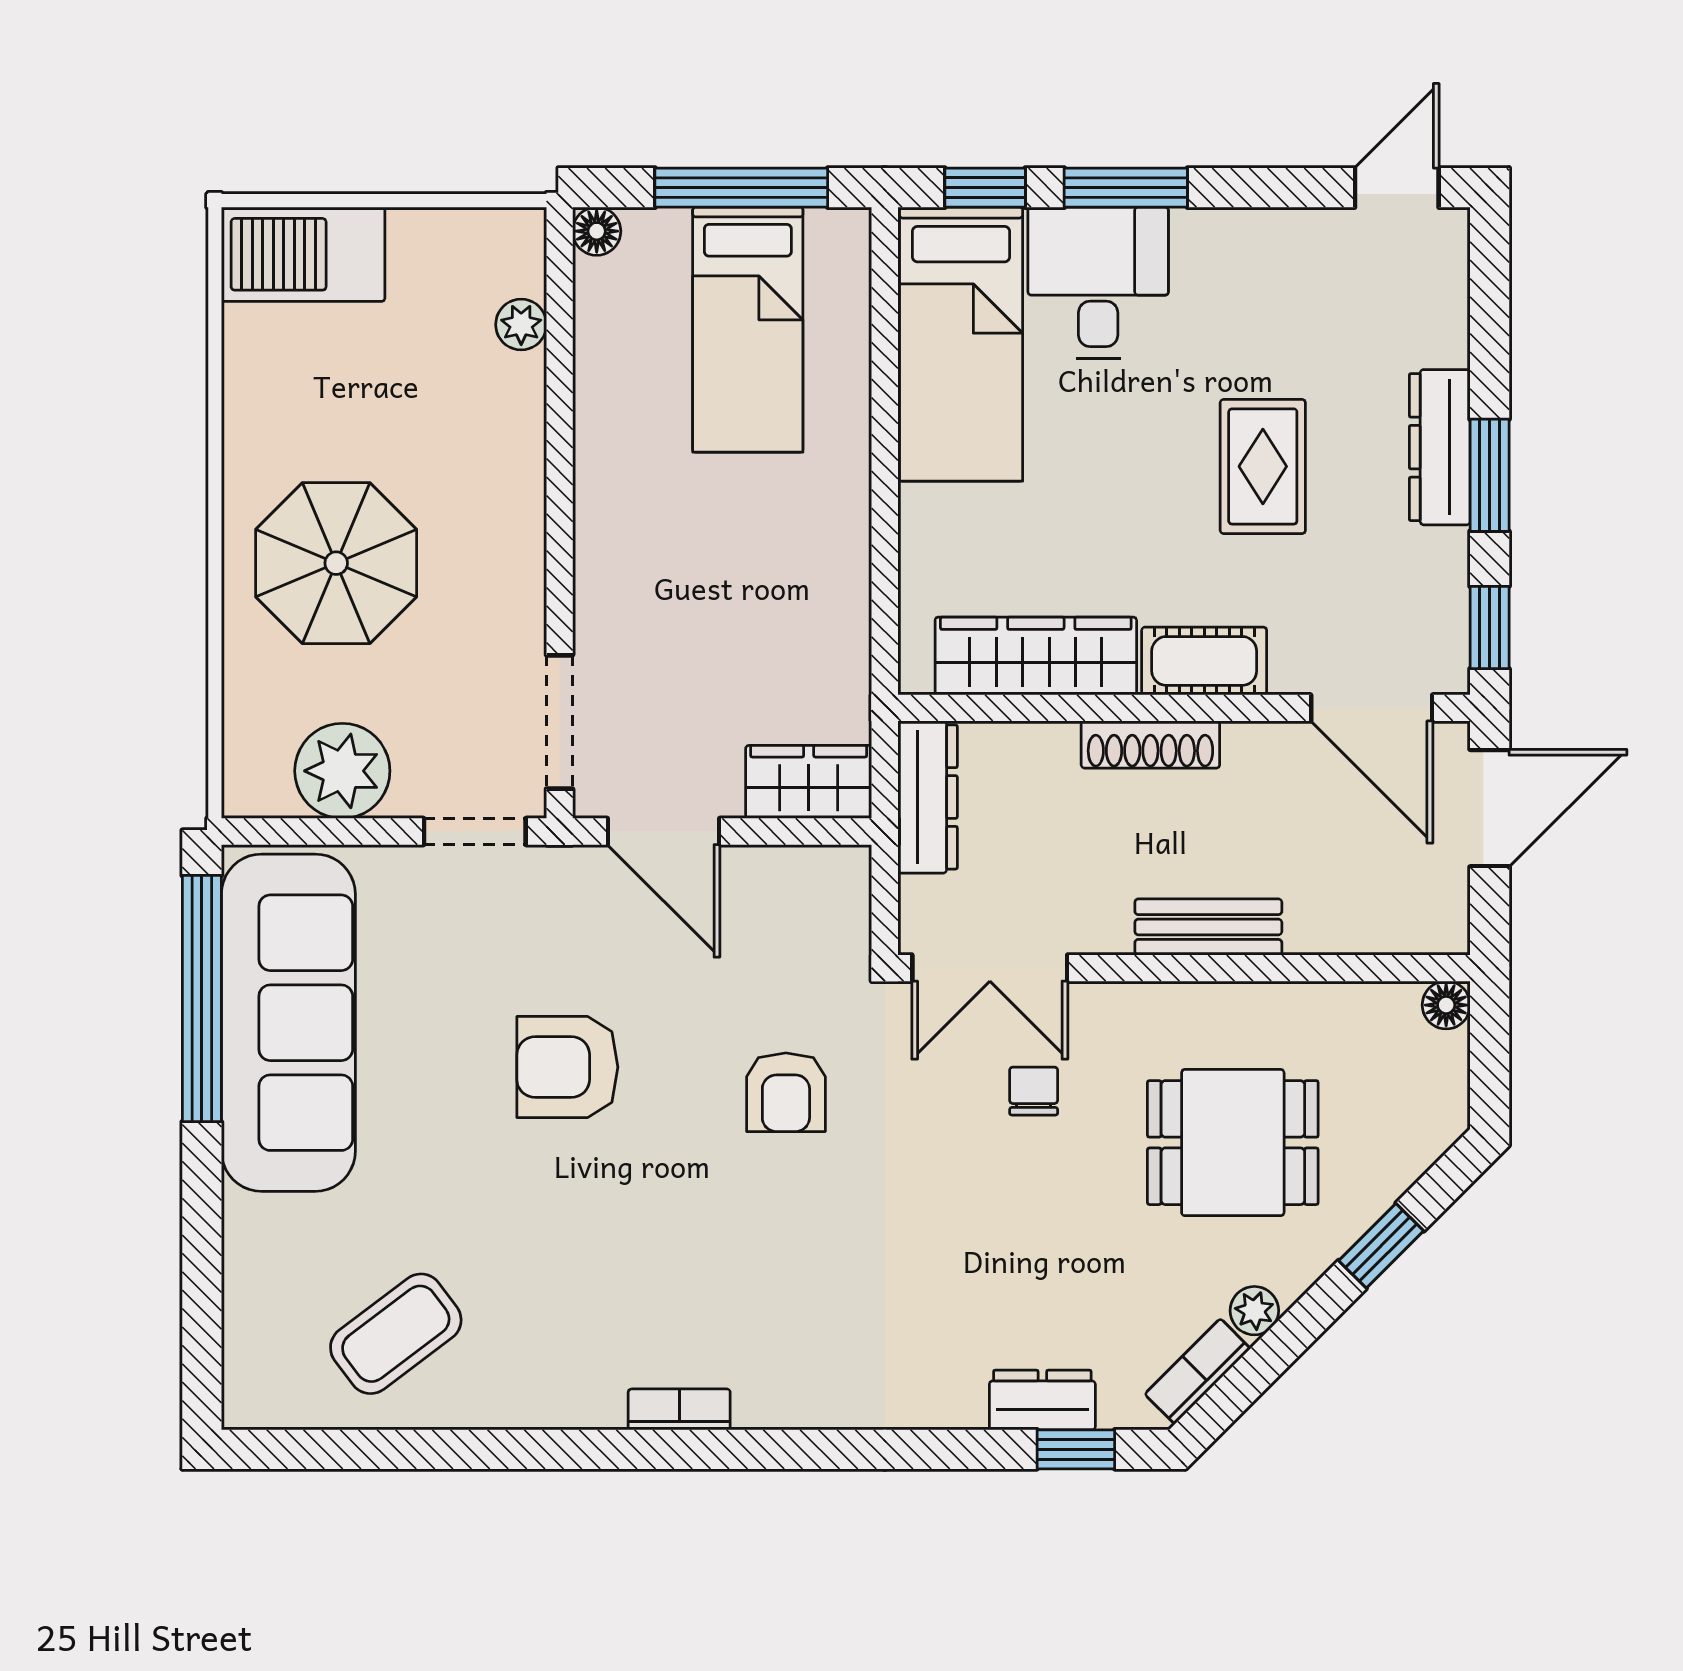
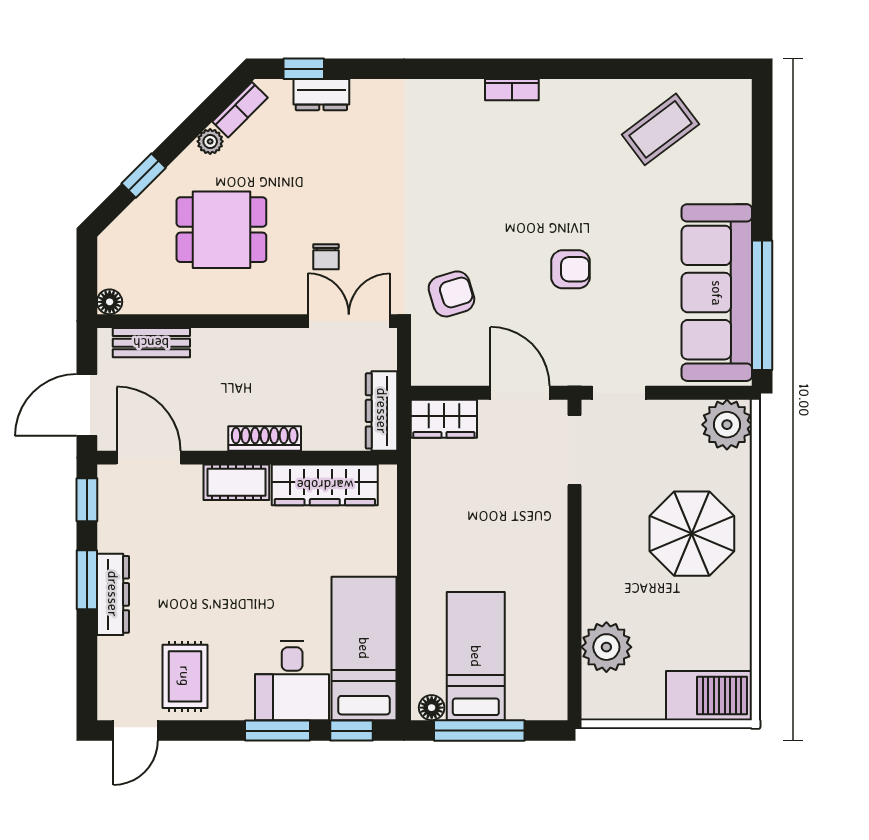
floor lamp: (597, 231) -> (432, 708), moved
plant: (521, 325) -> (606, 647), width x1.88, depth x1.88
rug: (1263, 466) -> (185, 676), moved
plant: (342, 771) -> (727, 425), moved
bench: (1208, 927) -> (151, 343), moved
armchair: (567, 1067) -> (570, 269), width x0.72, depth x0.72
armchair: (786, 1092) -> (451, 294), moved, turned 73

